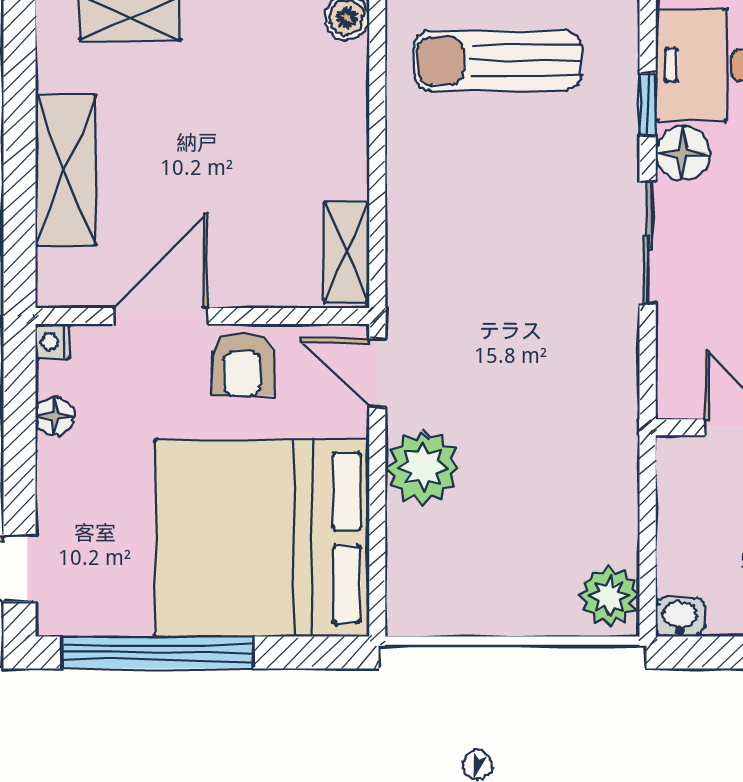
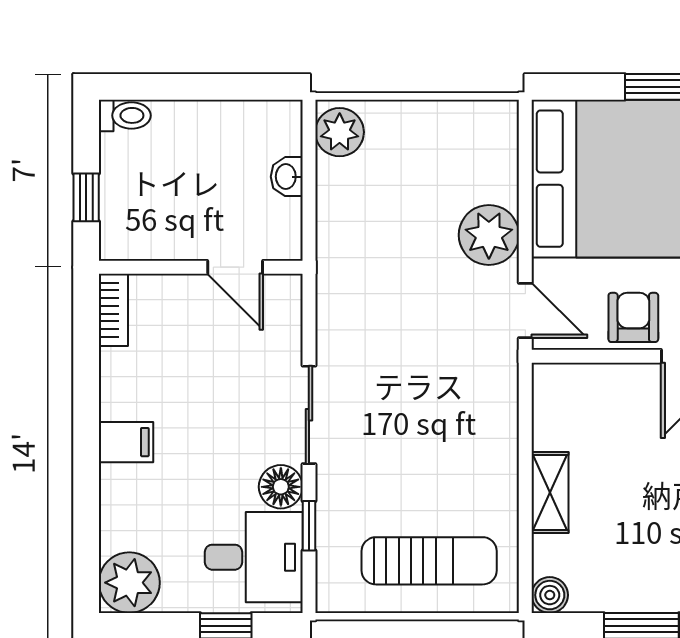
shelving: (346, 252) -> (550, 493), moved
washbasin: (680, 617) -> (287, 177), moved, turned 90

